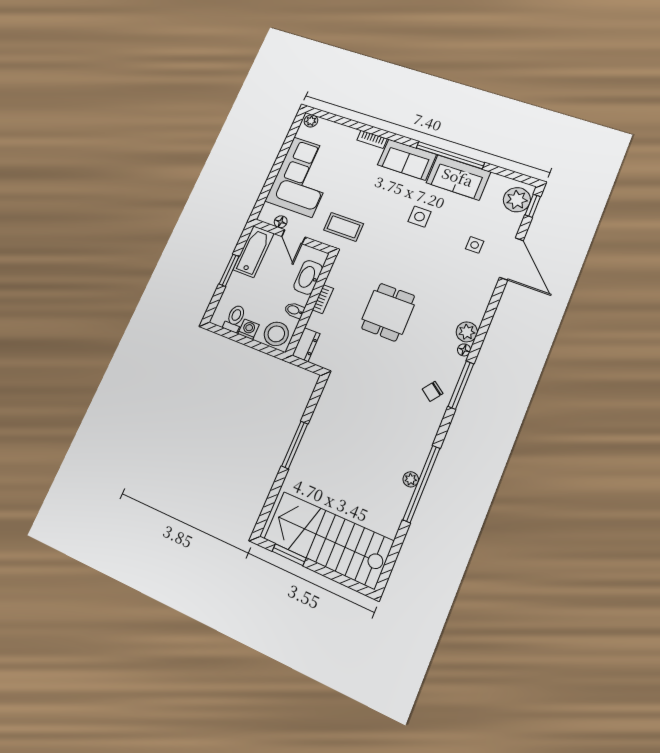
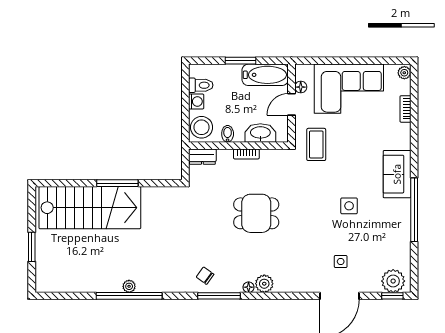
bookcase: (372, 139) -> (405, 109), moved
sofa: (458, 177) -> (396, 225), removed
stairs: (328, 540) -> (90, 208), moved, turned 90
window: (289, 555) -> (32, 247), moved

